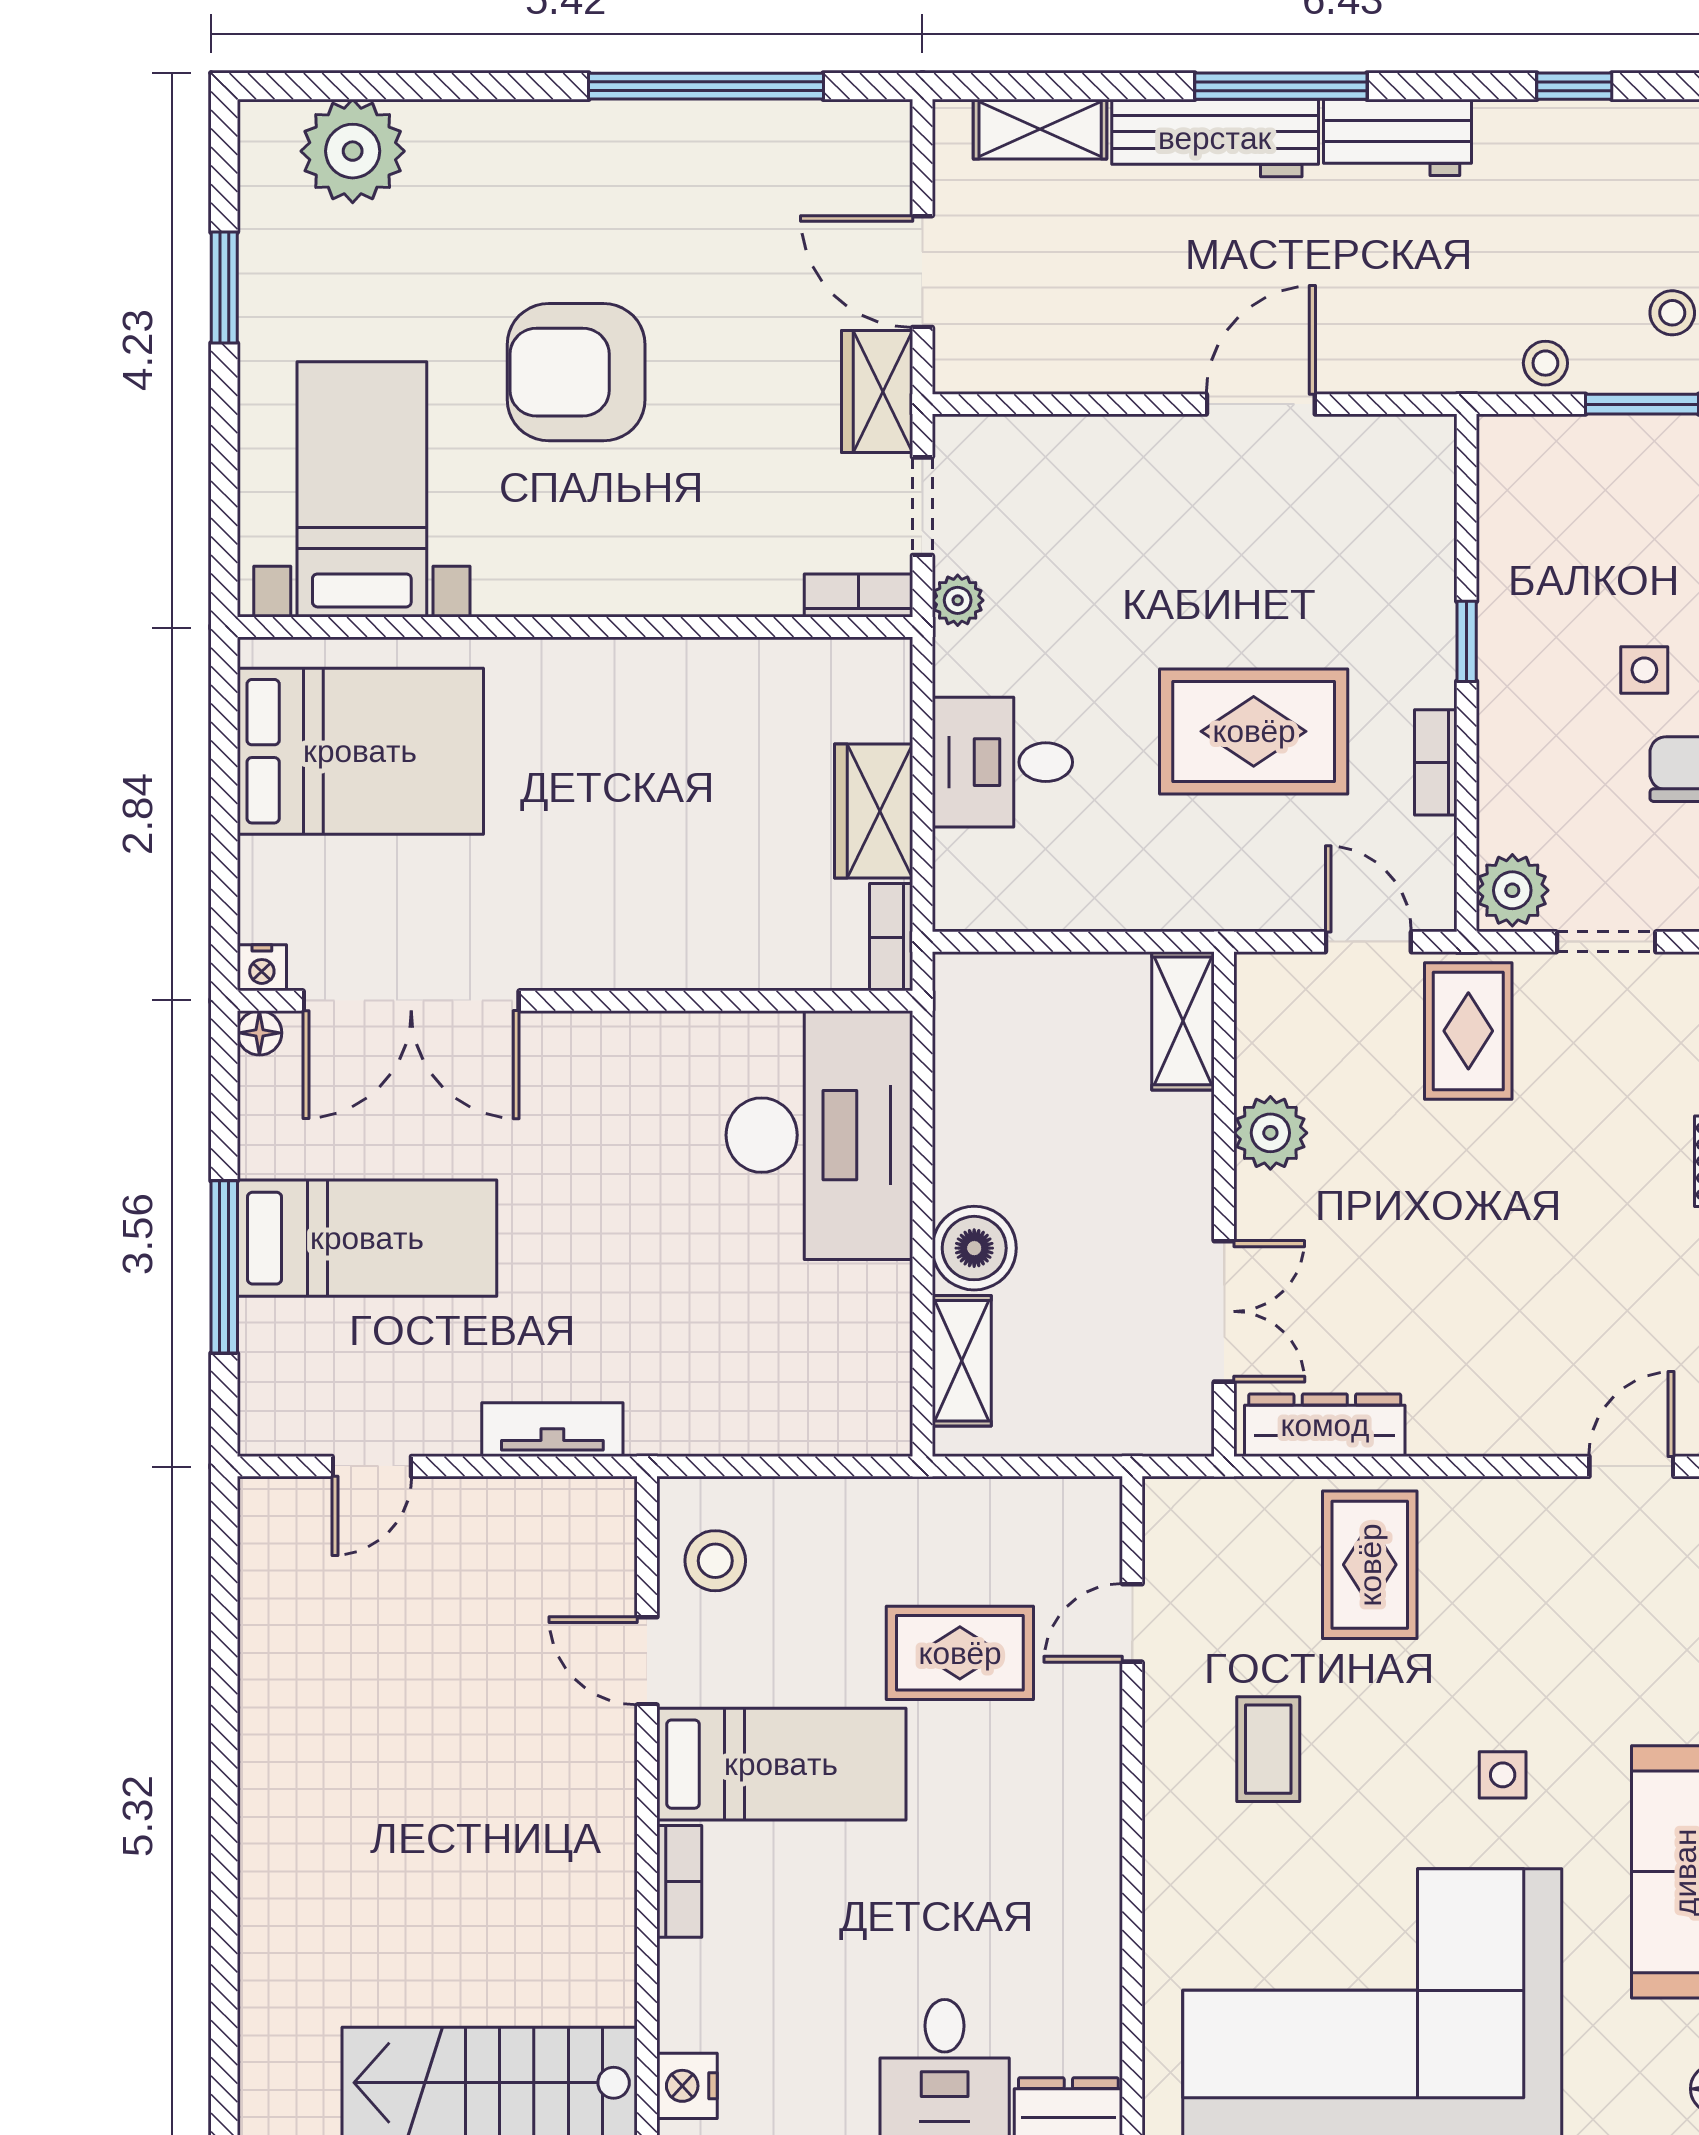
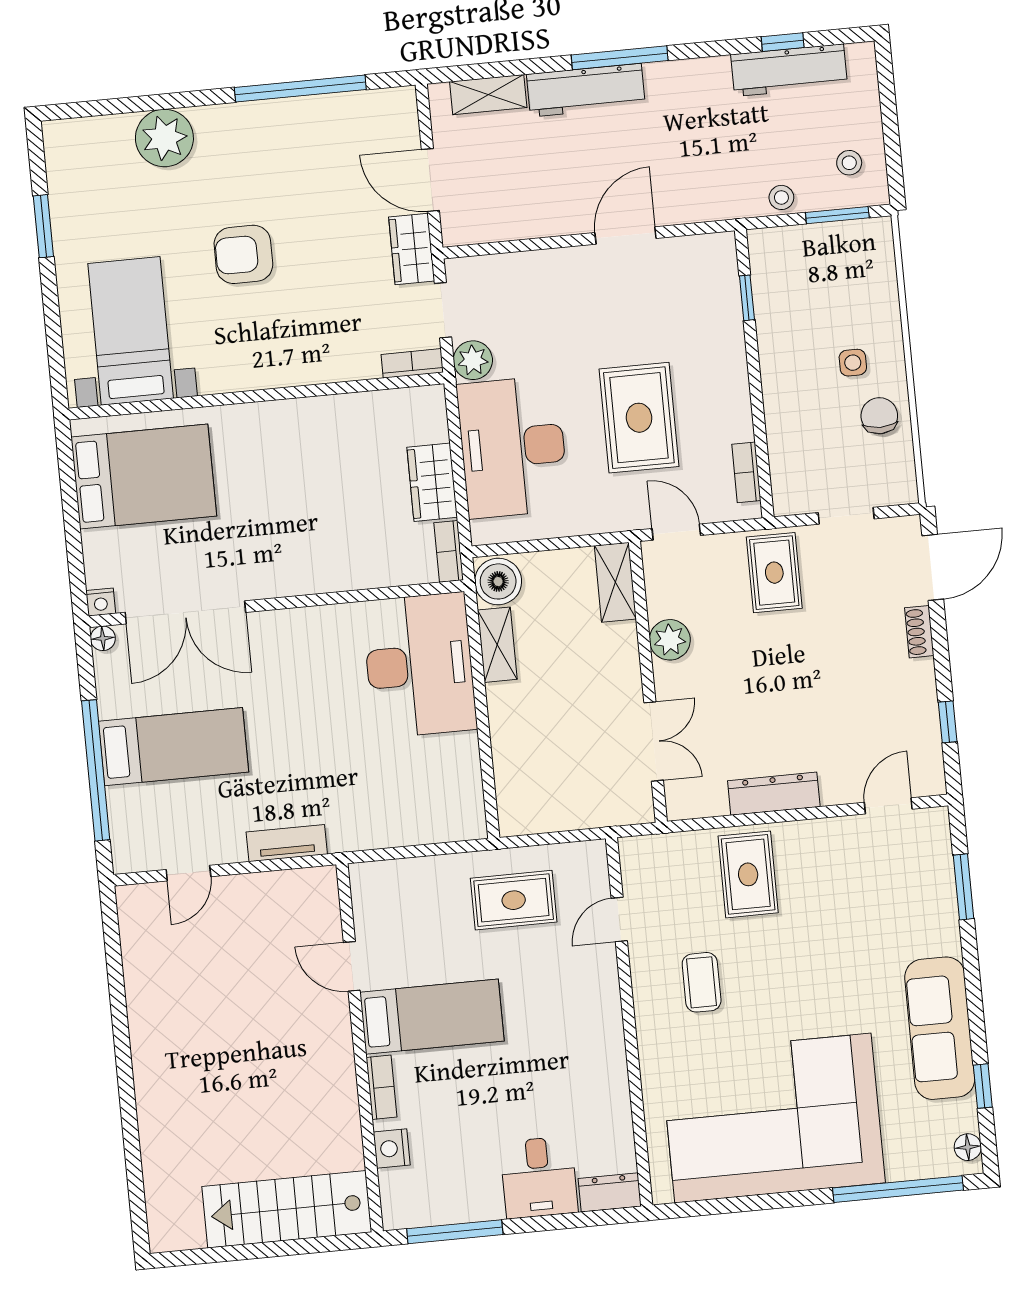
workbench: (1398, 137) -> (789, 70), moved, width x1.38
plant: (353, 151) -> (164, 138), moved
armchair: (576, 372) -> (243, 254), width x0.73, depth x0.73
plant: (958, 600) -> (473, 360), width x1.38, depth x1.38
window: (1467, 641) -> (747, 298), moved
rug: (1254, 731) -> (639, 418), turned 90
desk: (1002, 762) -> (513, 447), width x1.87, depth x1.30
bookcase: (1436, 762) -> (746, 472), moved
plant: (1512, 890) -> (791, 492), removed
door: (1368, 942) -> (676, 532), moved
boiler: (974, 1248) -> (498, 581), moved
window: (224, 1267) -> (96, 770), width x1.46
shelving: (962, 1361) -> (497, 645), moved
dresser: (1325, 1425) -> (774, 794), moved
stool: (715, 1561) -> (384, 907), removed
rug: (960, 1653) -> (514, 900), moved
side table: (1503, 1775) -> (833, 984), removed
nightstand: (687, 2086) -> (392, 1148), moved

